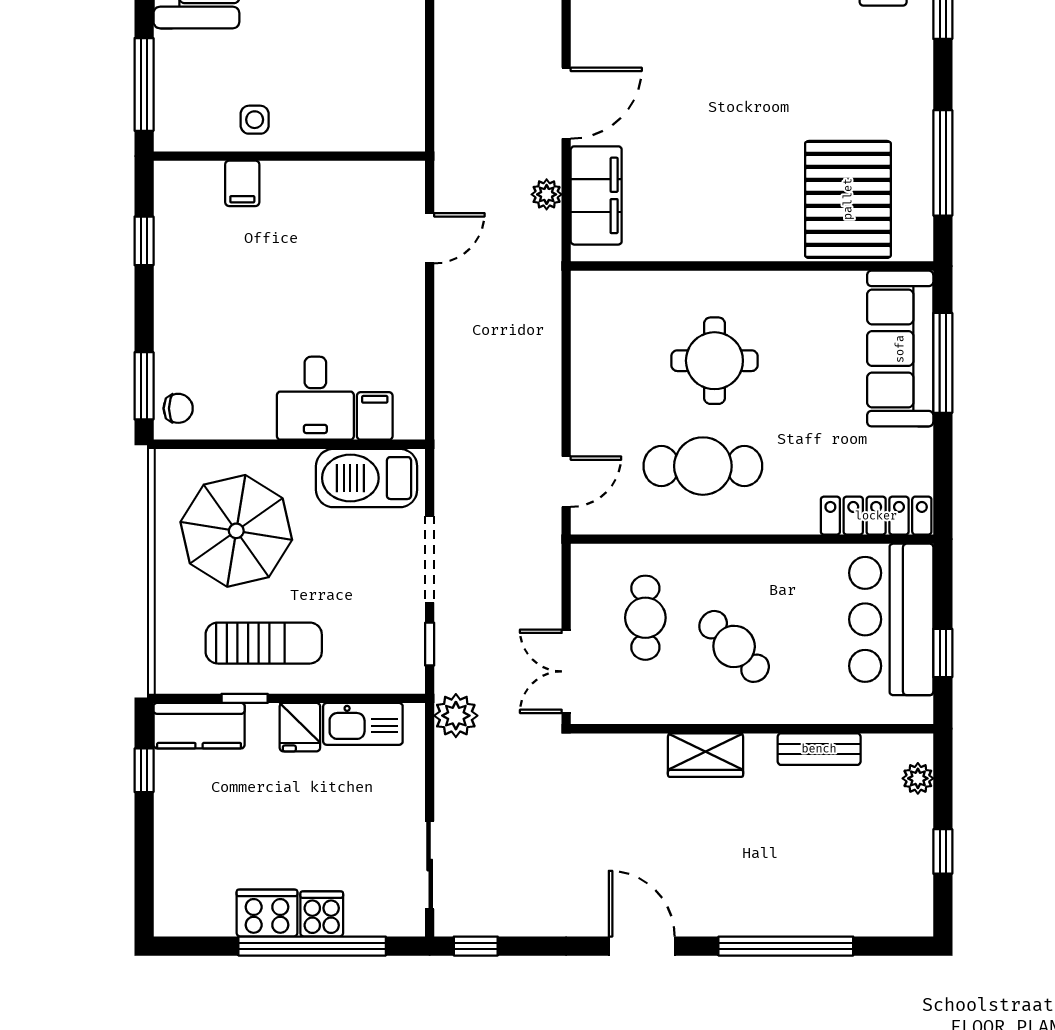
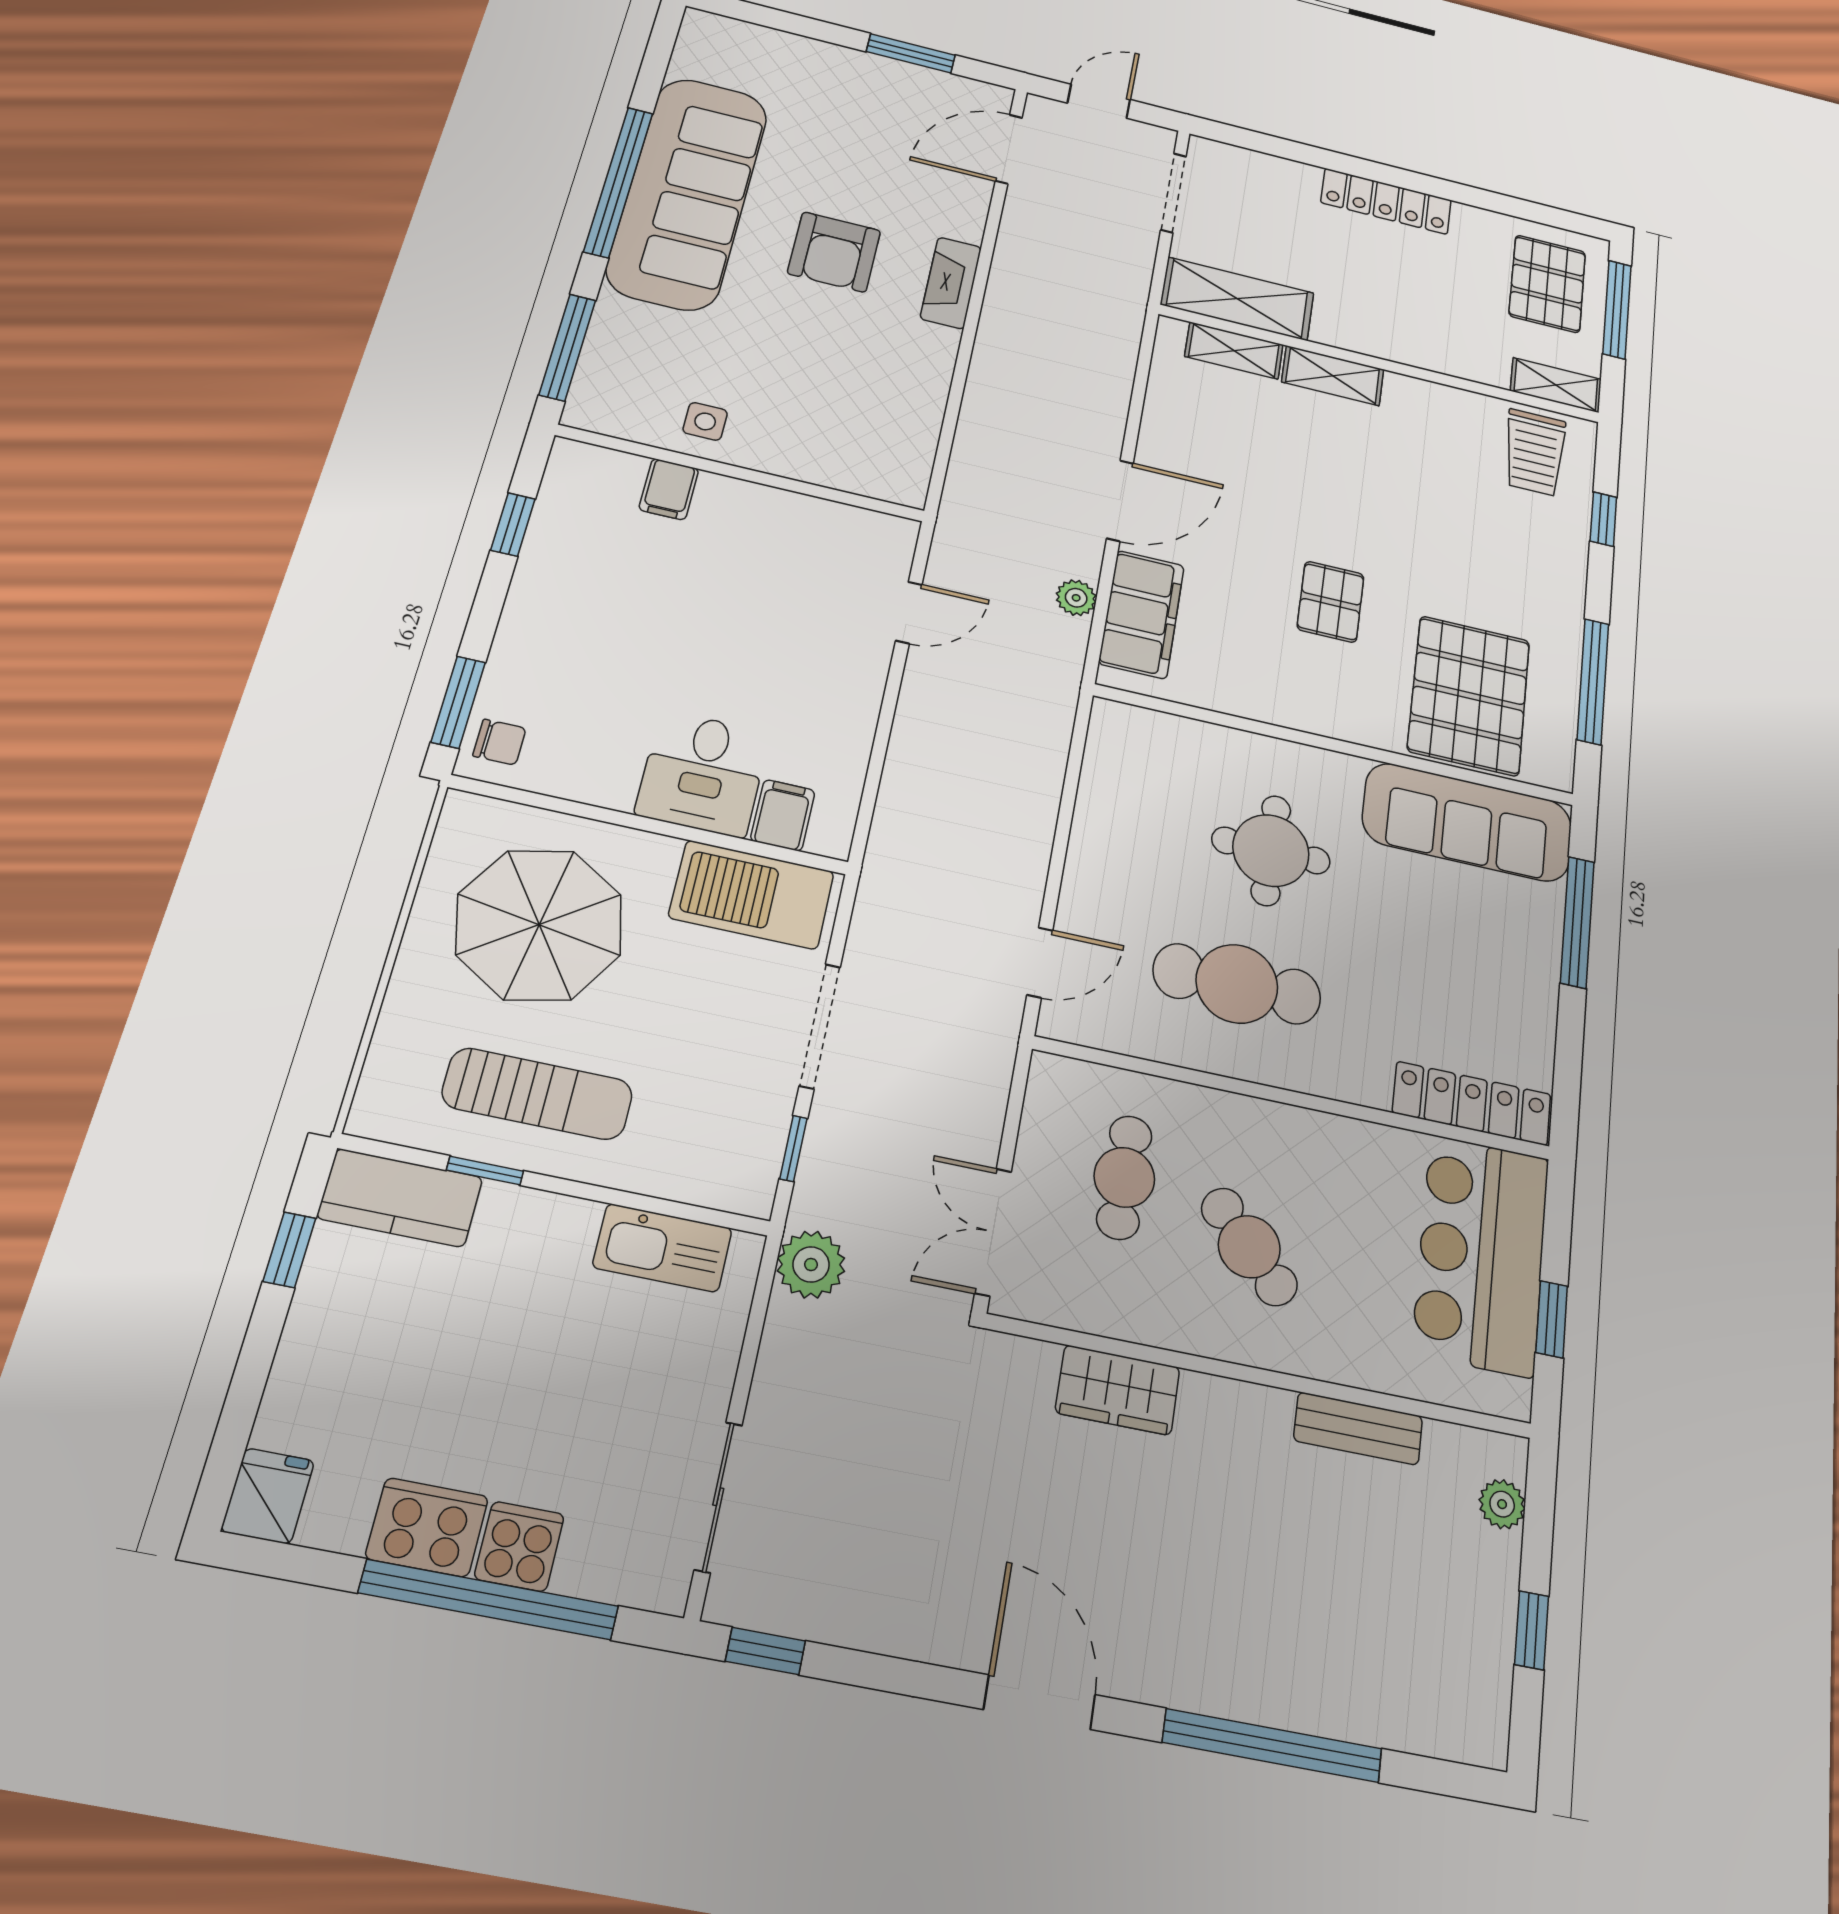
pallet: (735, 147) -> (1331, 602), added
sofa: (900, 349) -> (1467, 822), moved, turned -90
fridge: (300, 727) -> (268, 1496), moved, turned 180
wardrobe: (706, 755) -> (1118, 1390), moved

